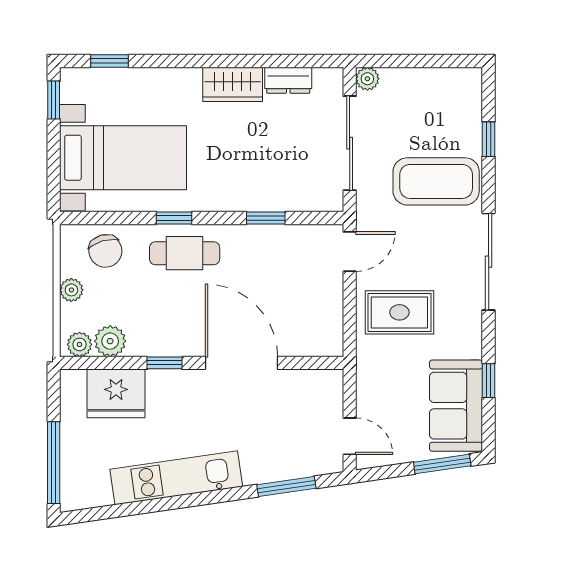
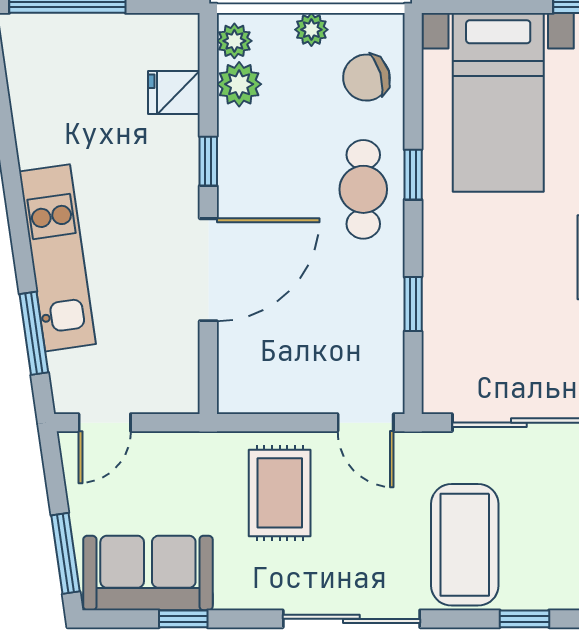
fridge: (116, 393) -> (174, 92), width x0.53, depth x0.75
kitchen unit: (176, 478) -> (57, 258), moved

